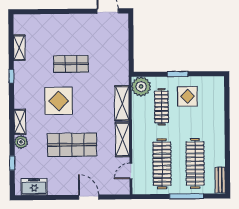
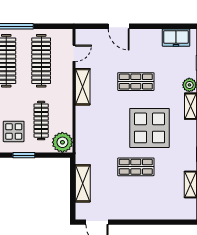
display table: (59, 101) -> (149, 128), width x1.36, depth x1.36
shelving: (122, 103) -> (83, 183), moved
shop shelf: (72, 145) -> (136, 82), width x0.70, depth x0.74

